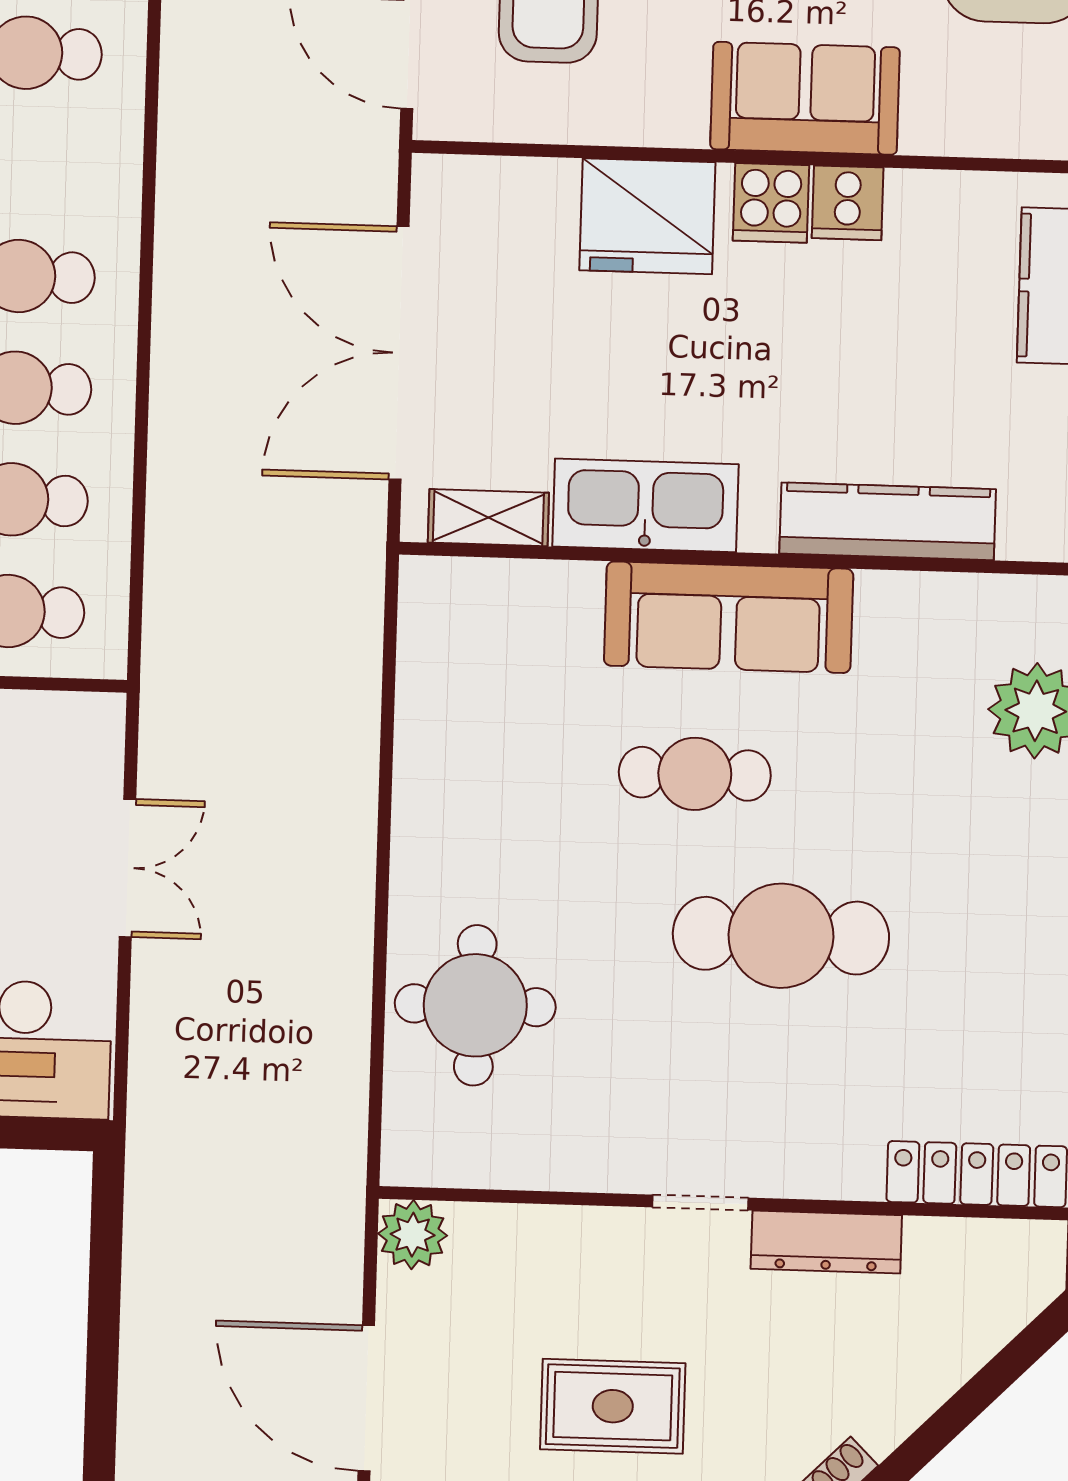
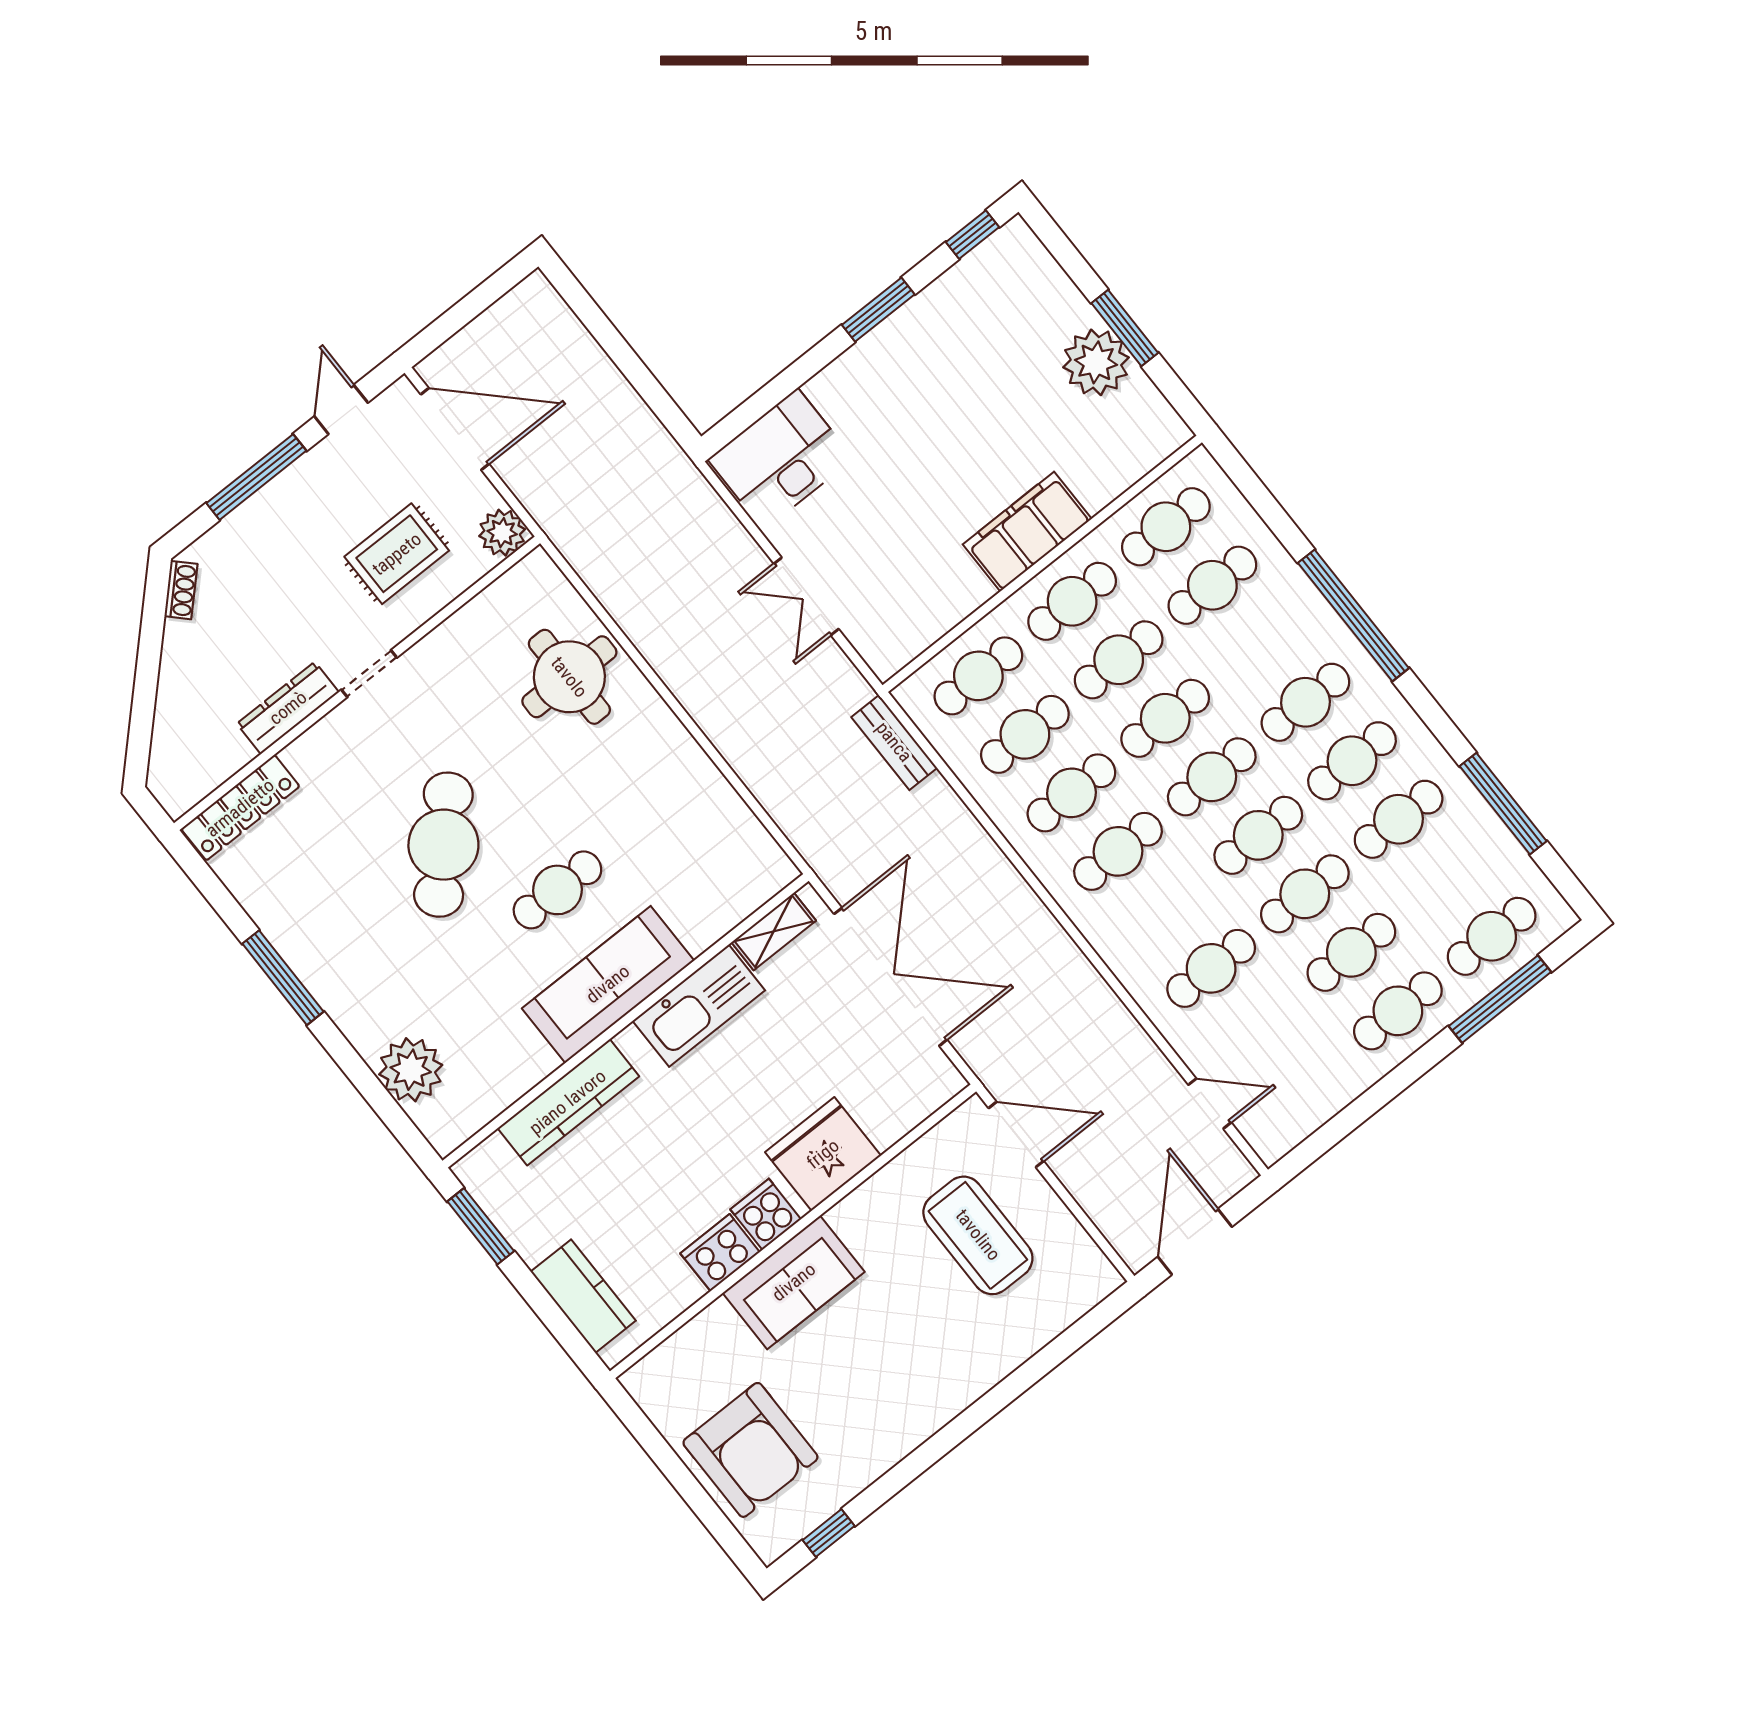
cooker: (848, 203) -> (720, 1253), width x1.36
bench: (168, 616) -> (894, 742), added
cafe table: (781, 936) -> (443, 845), turned -46
rug: (613, 1406) -> (397, 554), moved

